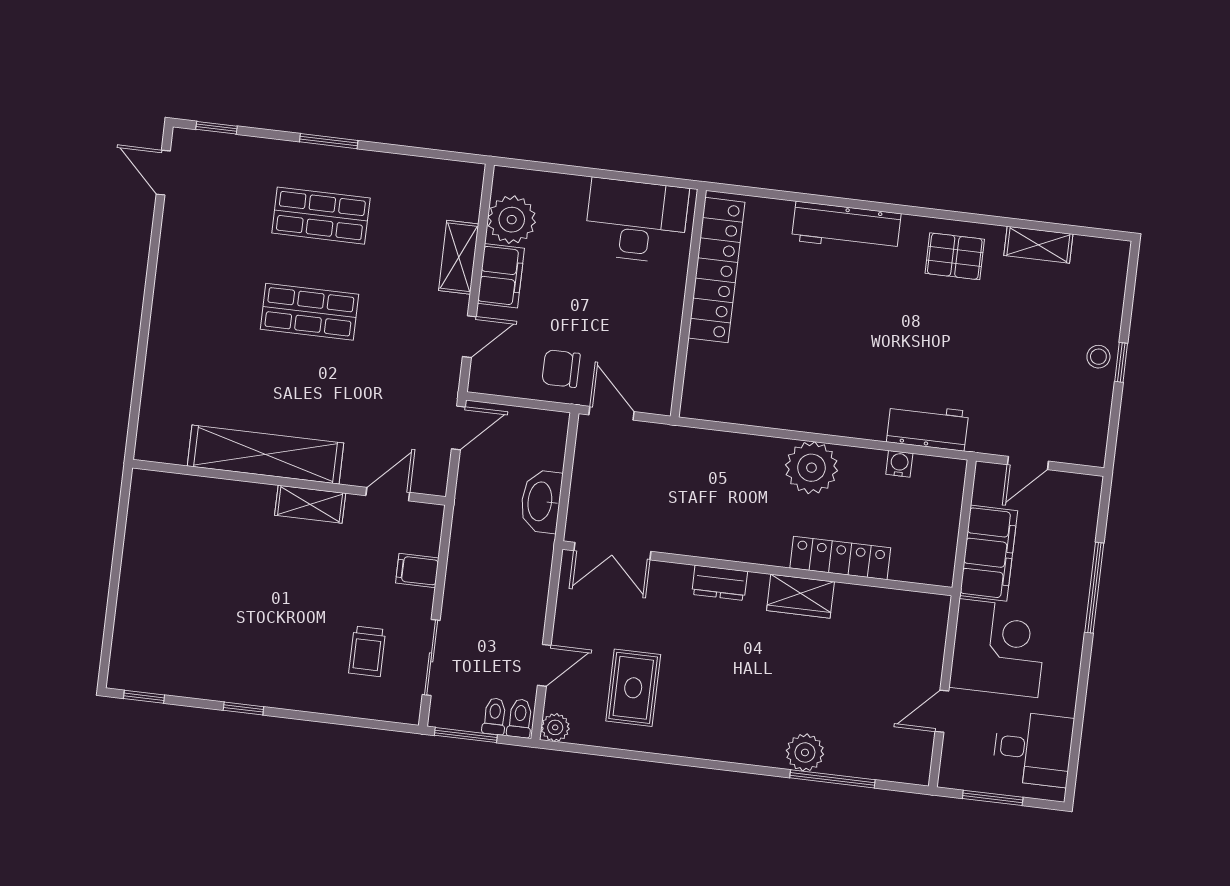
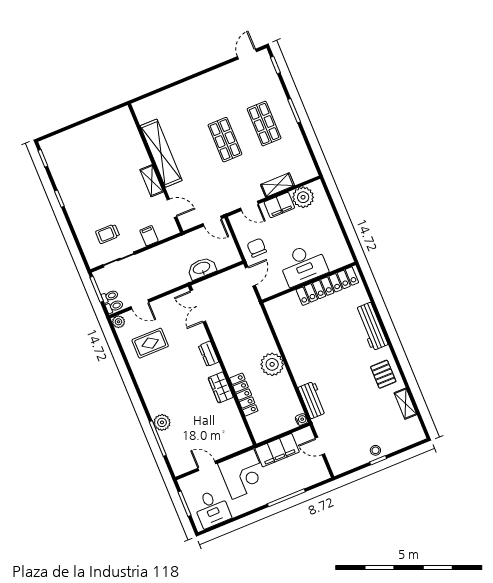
desk: (636, 221) -> (303, 265), moved, turned 90
water cooler: (899, 464) -> (301, 419), moved

